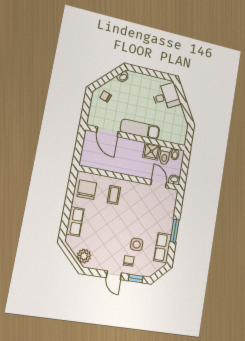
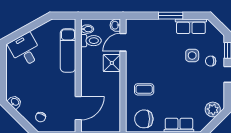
exam couch: (140, 129) -> (68, 50), moved
shower: (151, 151) -> (112, 63), moved

